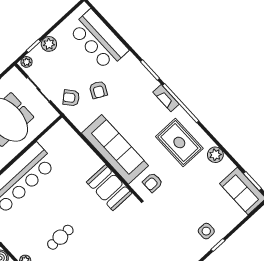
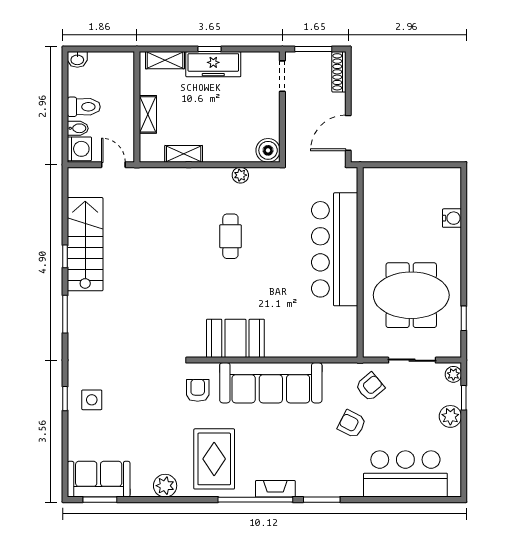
rug: (179, 143) -> (214, 459), turned 90

